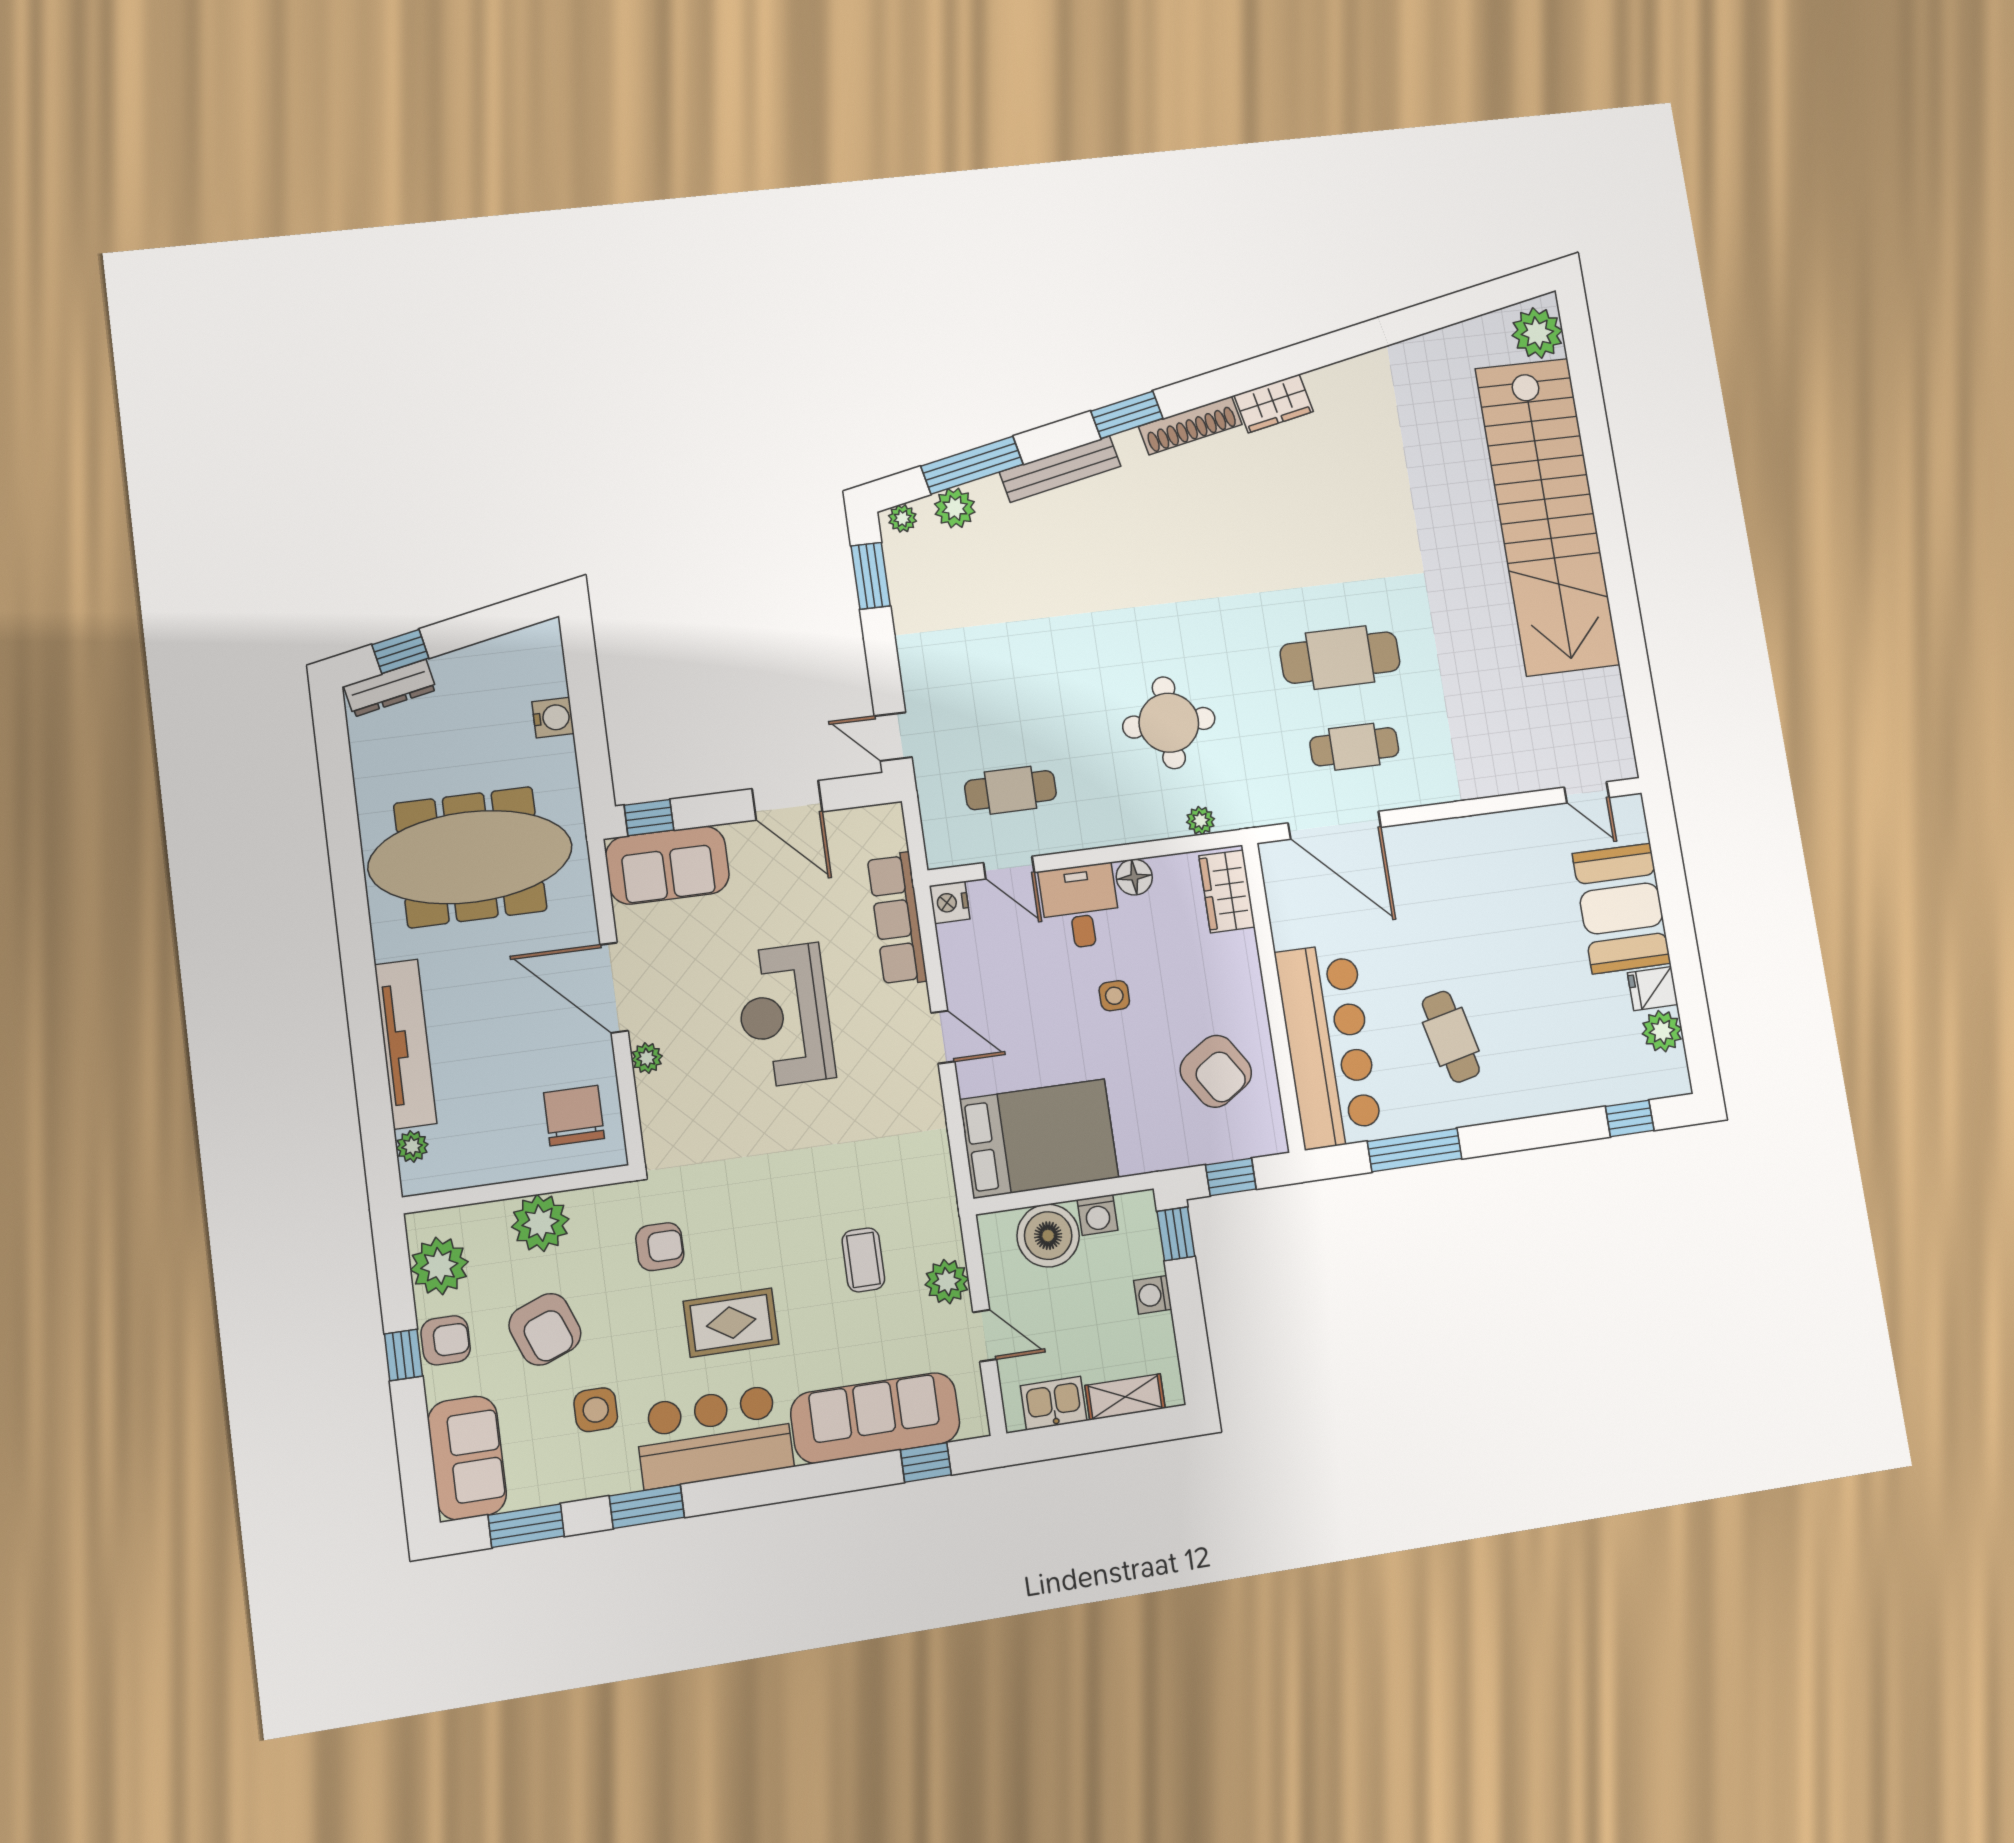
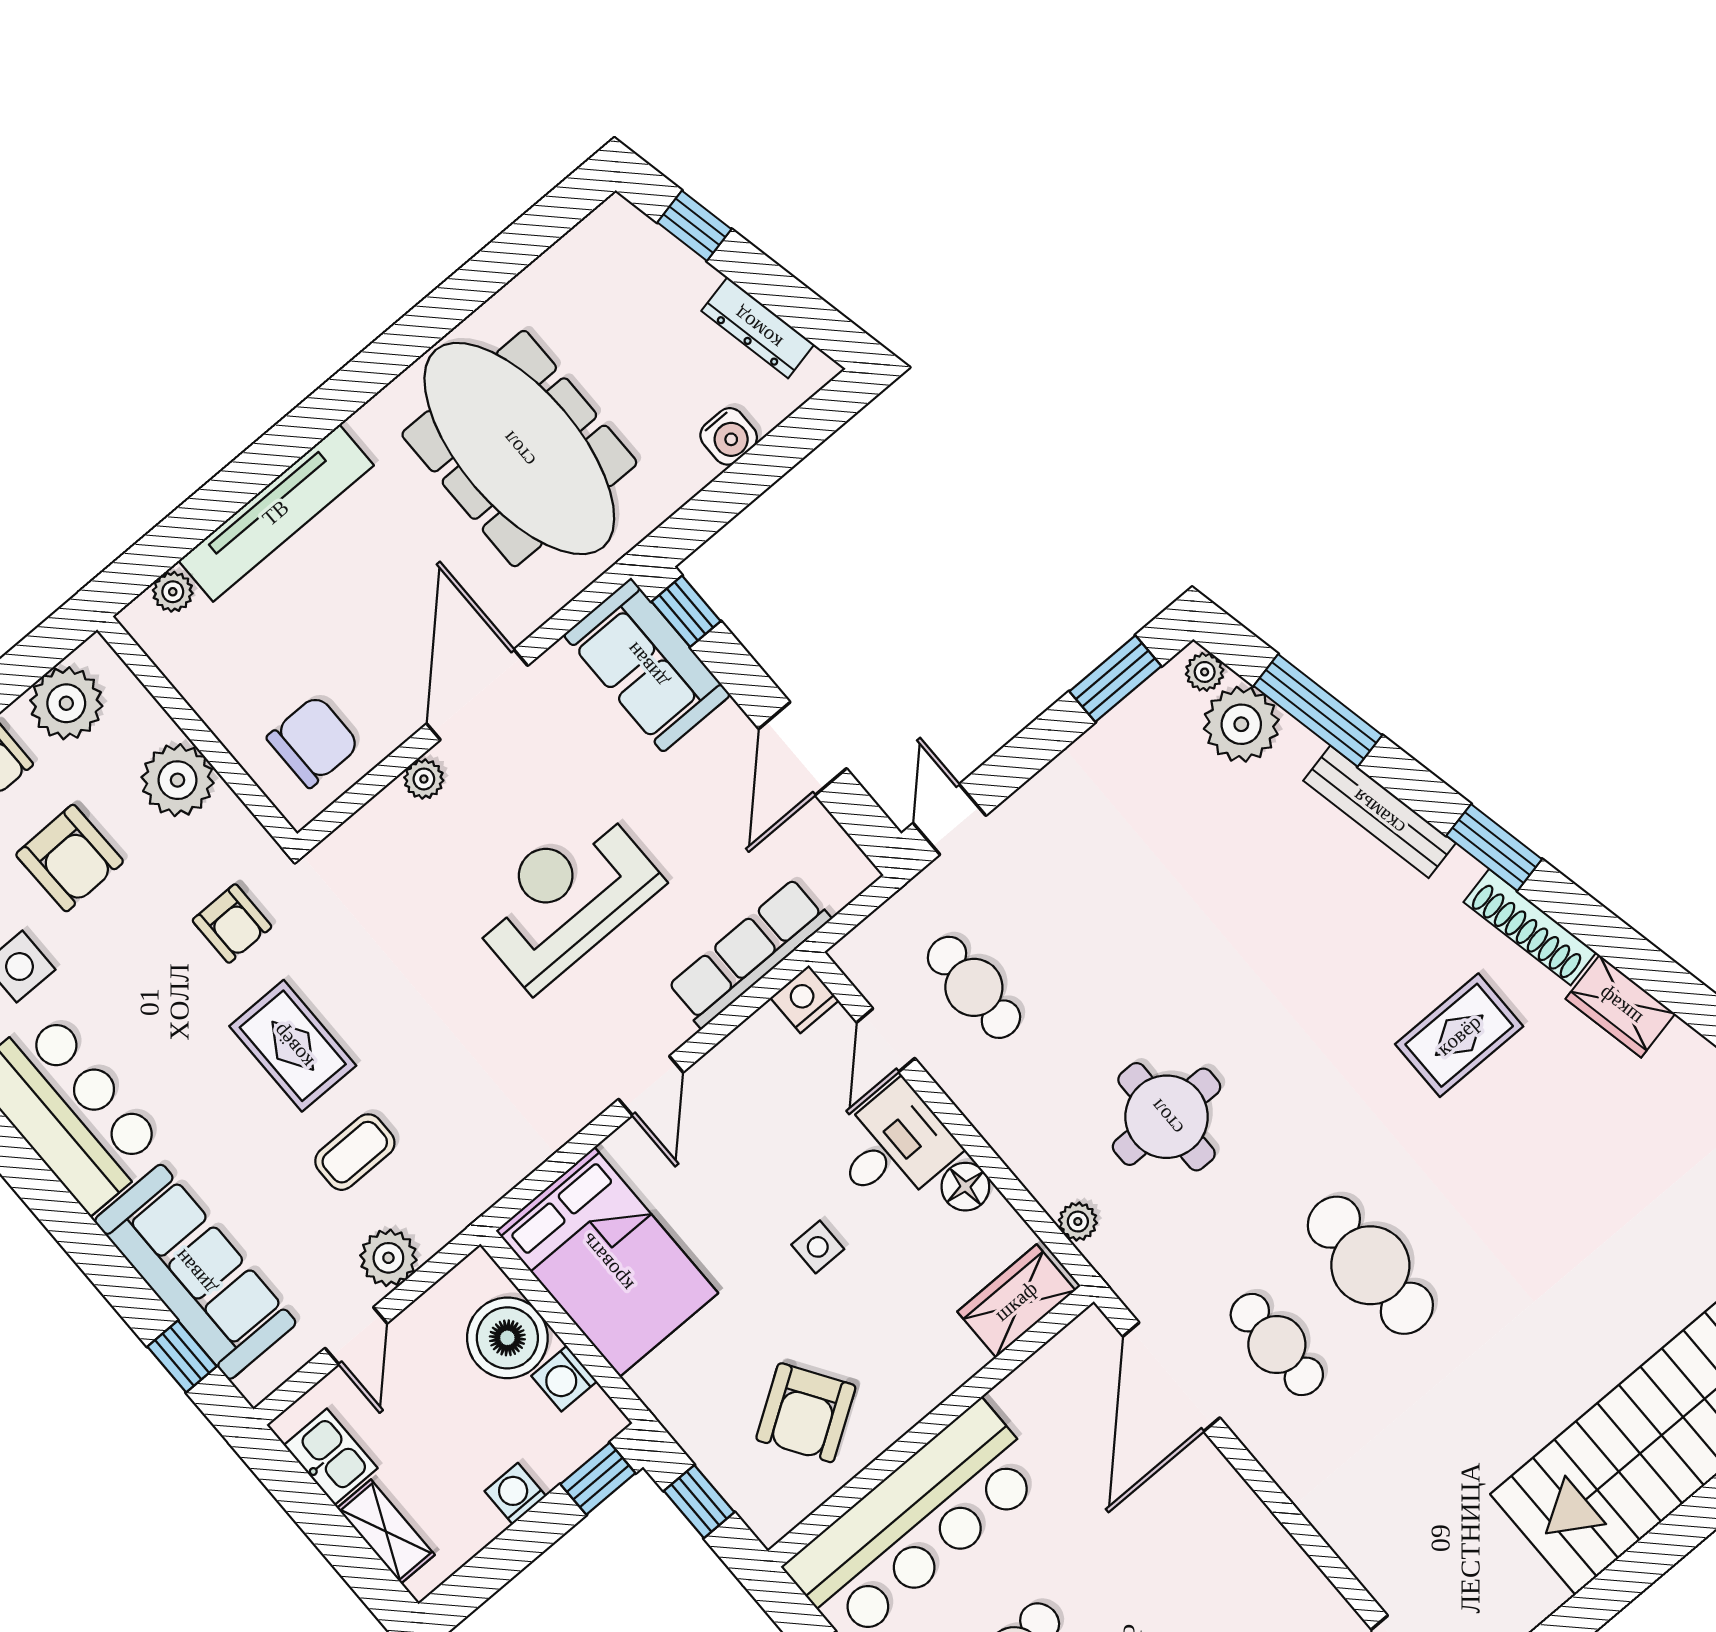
plant: (955, 508) -> (1241, 724), width x1.36, depth x1.36
rug: (1231, 511) -> (1459, 1035), added
dresser: (390, 688) -> (758, 328), moved
rug: (731, 1323) -> (293, 1046), moved
armchair: (545, 1329) -> (70, 858), turned -70

